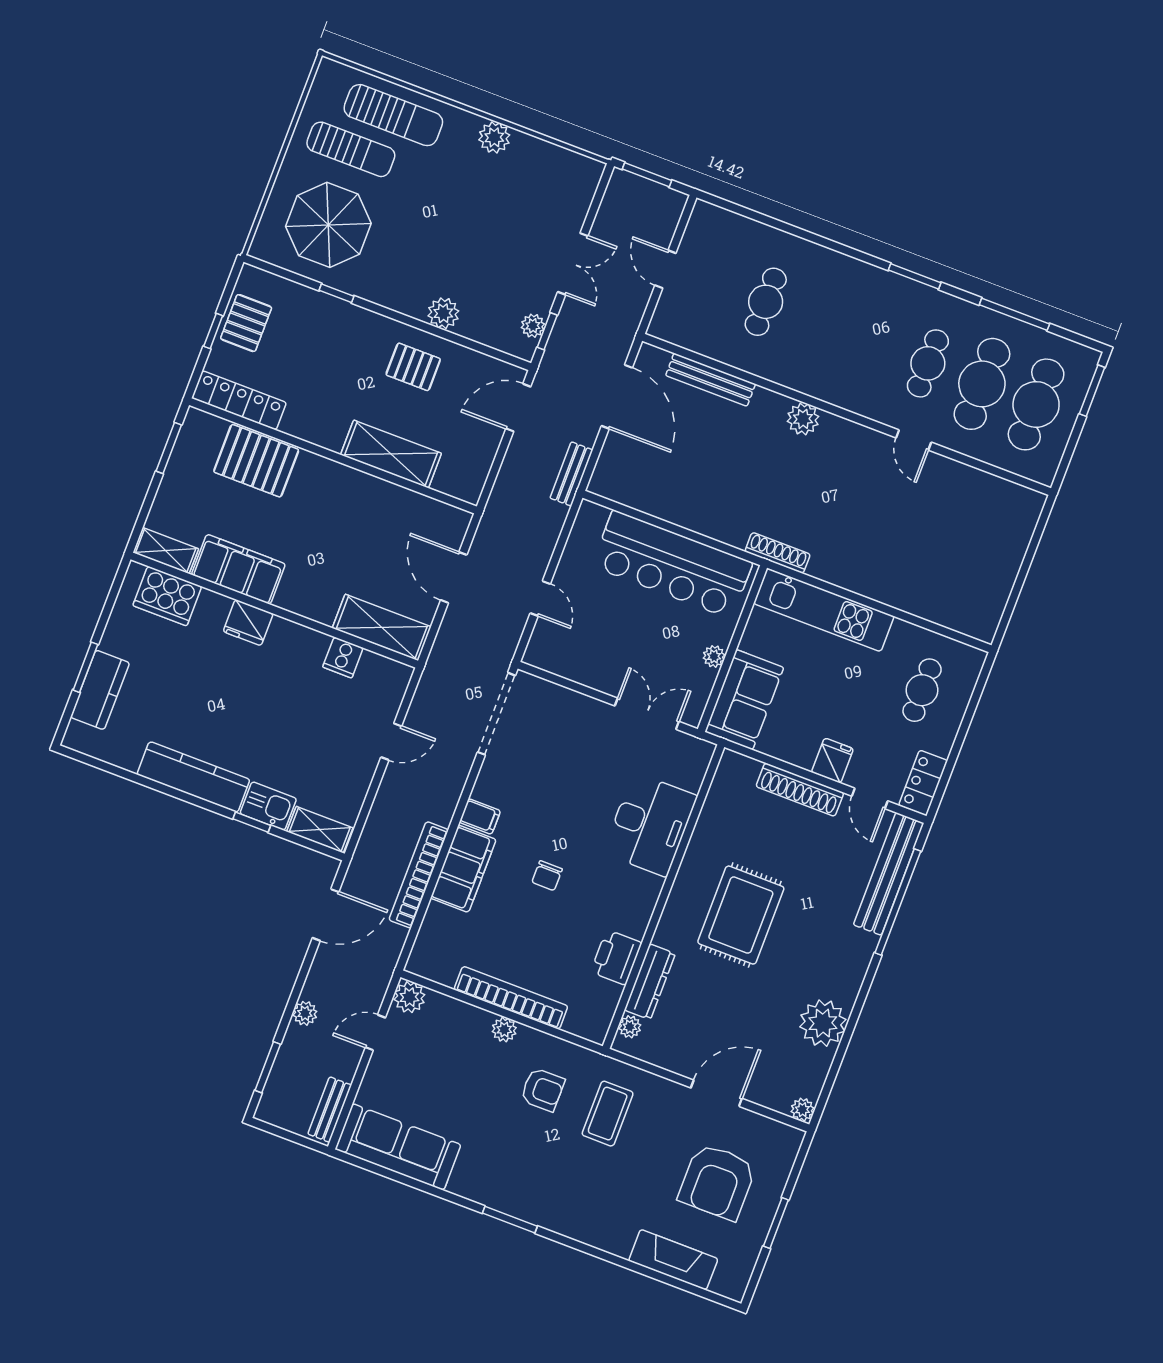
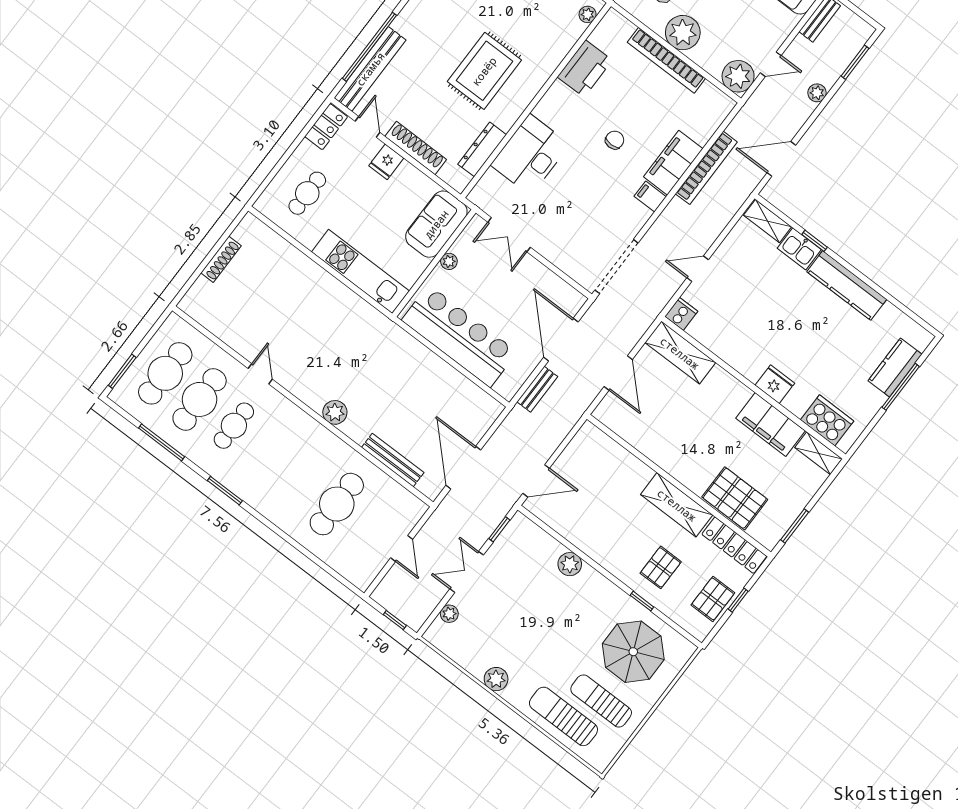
window: (647, 175) -> (395, 620), width x0.67
cafe table: (766, 302) -> (337, 504), width x1.37, depth x1.35
plant: (533, 326) -> (449, 614), moved
pallet: (413, 367) -> (661, 567), moved, turned 90
shelving: (391, 454) -> (677, 505), moved
bench: (571, 474) -> (537, 389), moved
shoe rack: (778, 553) -> (221, 259), moved, turned -90
door: (540, 599) -> (561, 340), width x1.87
cooker: (343, 657) -> (681, 314), moved
window: (85, 667) -> (901, 387), width x1.44
printer: (616, 957) -> (585, 69), width x1.37, depth x1.19
dresser: (650, 982) -> (482, 149), moved
plant: (409, 997) -> (738, 76), width x1.36, depth x1.36
plant: (504, 1030) -> (683, 33), width x1.87, depth x1.87

